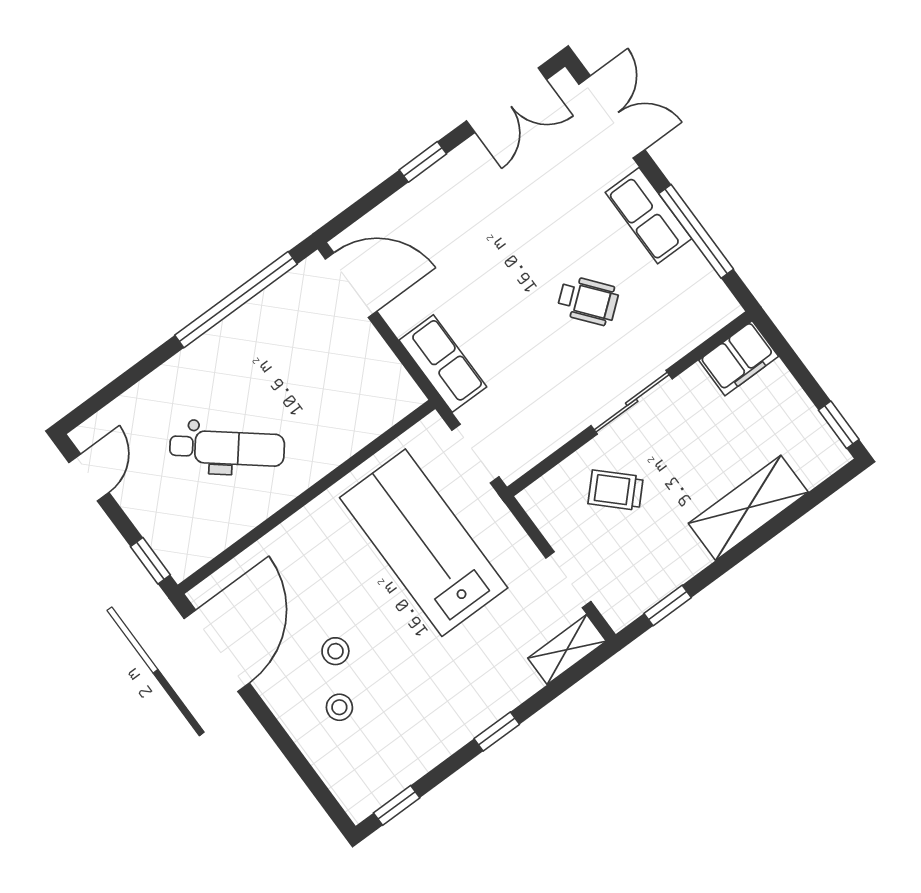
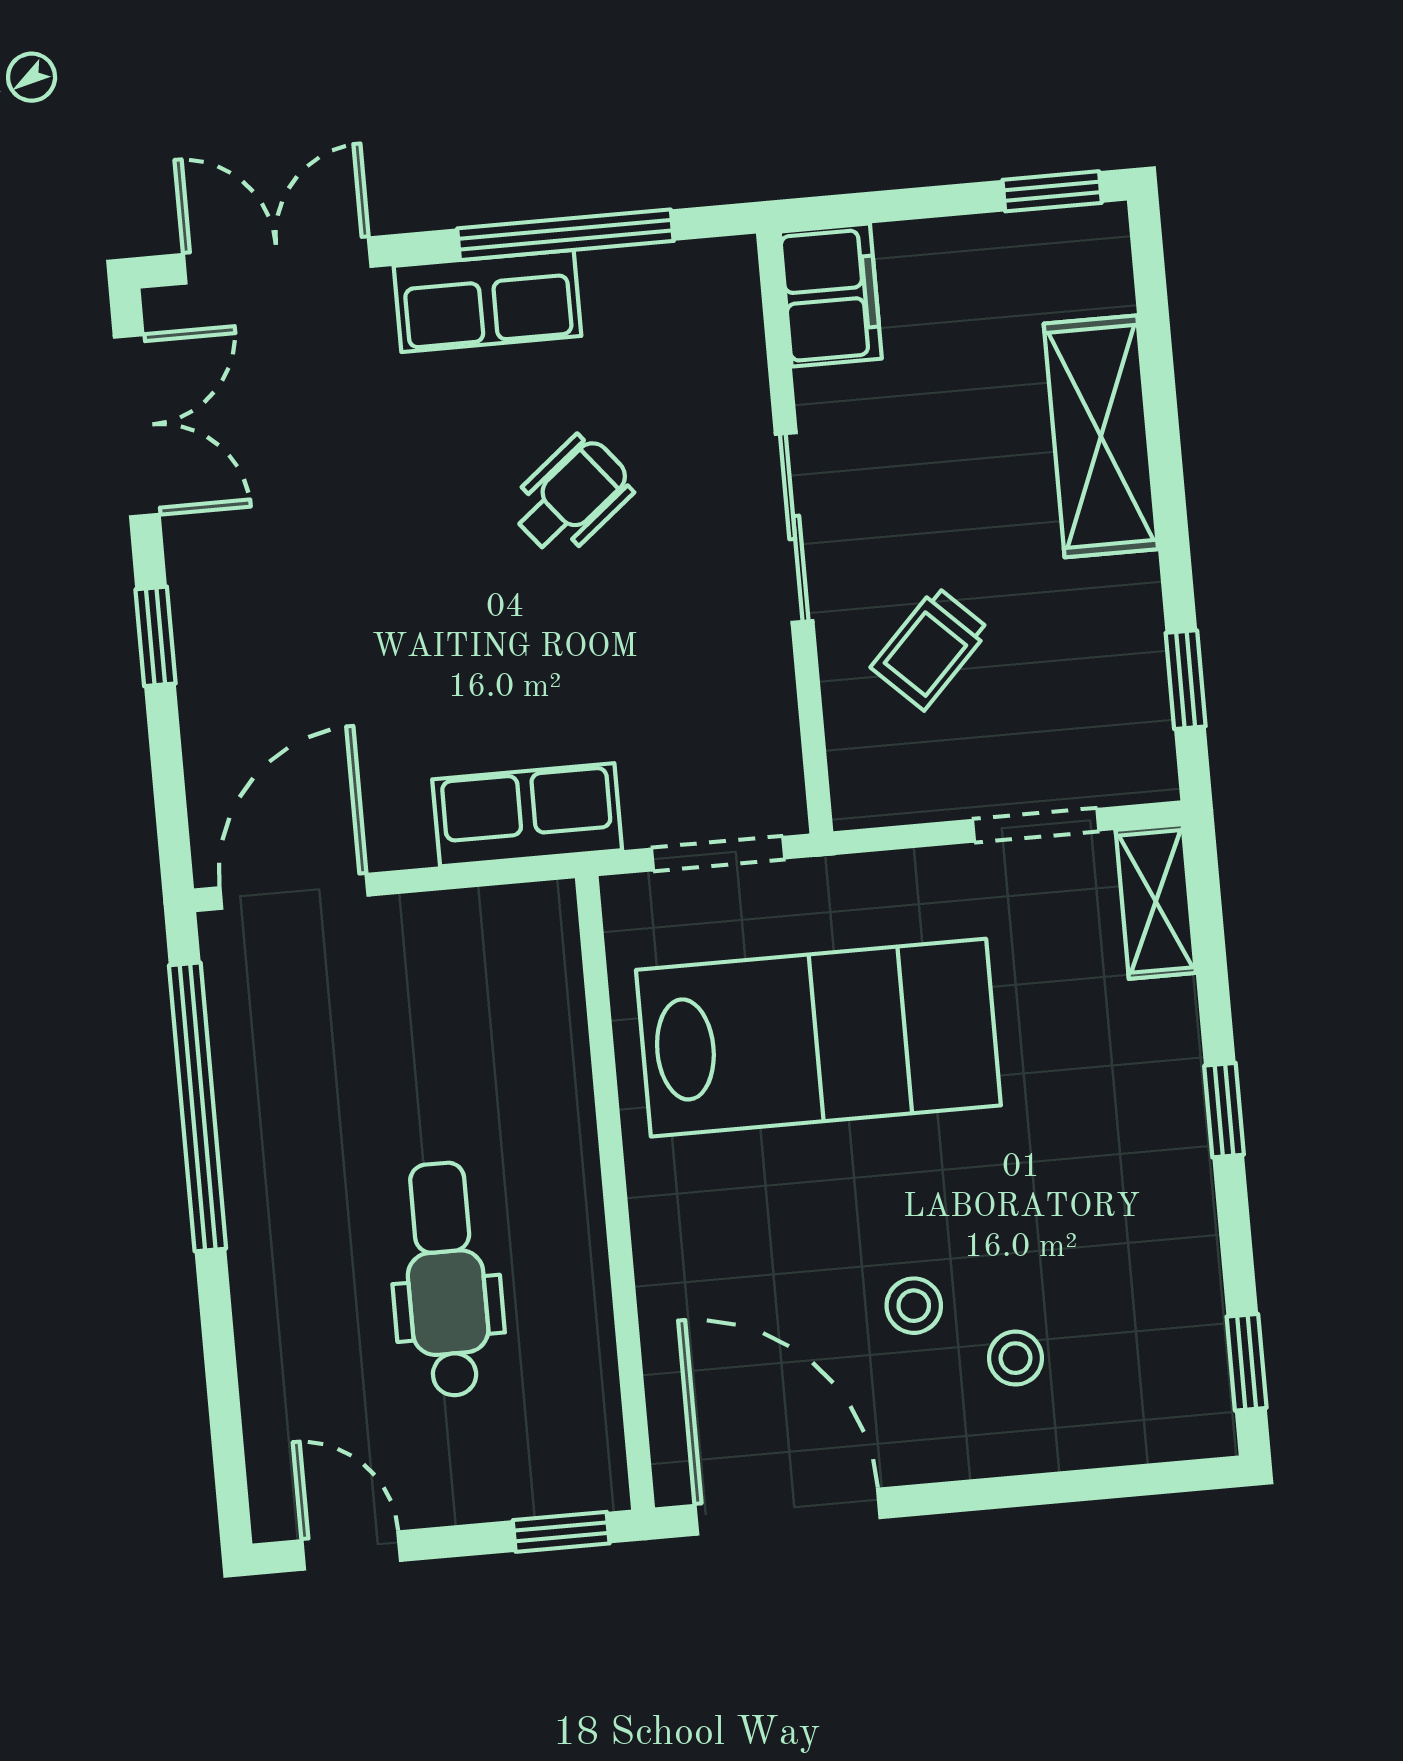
dental chair: (227, 448) -> (446, 1279), turned -39
lab bench: (424, 543) -> (818, 1038), turned 180

